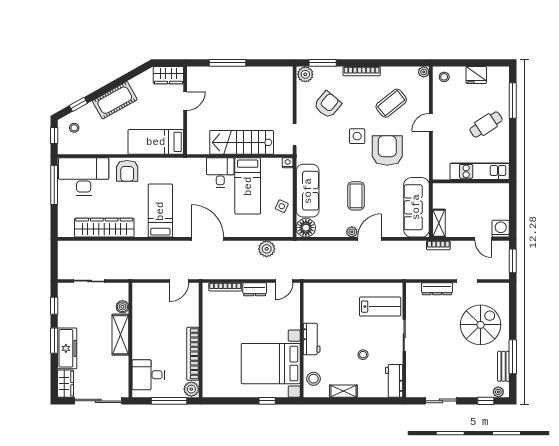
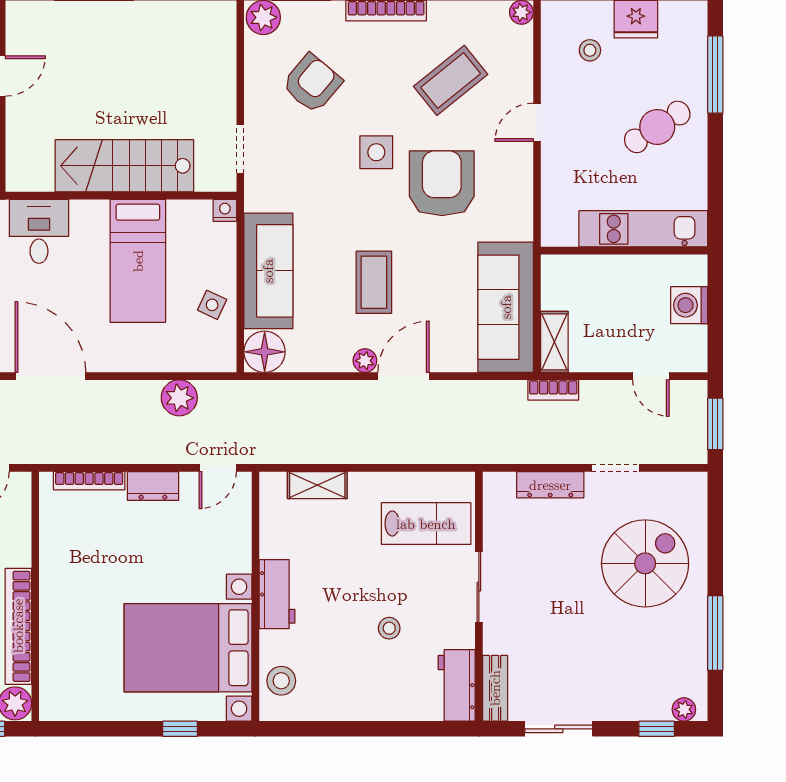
stool: (444, 77) -> (590, 50), moved
desk: (220, 172) -> (39, 231), moved
washing machine: (501, 229) -> (689, 305), moved, turned -90
bench: (503, 366) -> (495, 688), moved
shelving: (343, 391) -> (317, 485), moved

